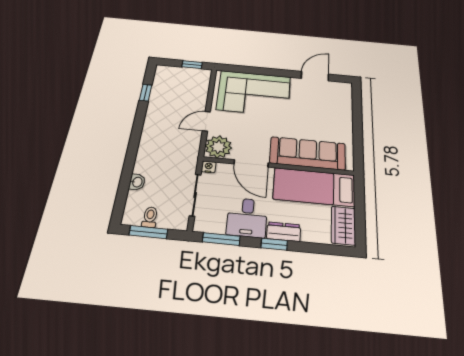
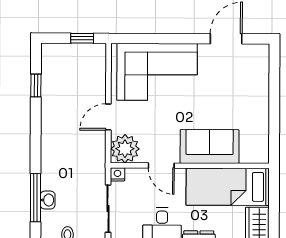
sofa: (308, 153) -> (210, 146), width x0.73
door: (251, 163) -> (161, 166), width x0.73
window: (126, 179) -> (35, 198), added

